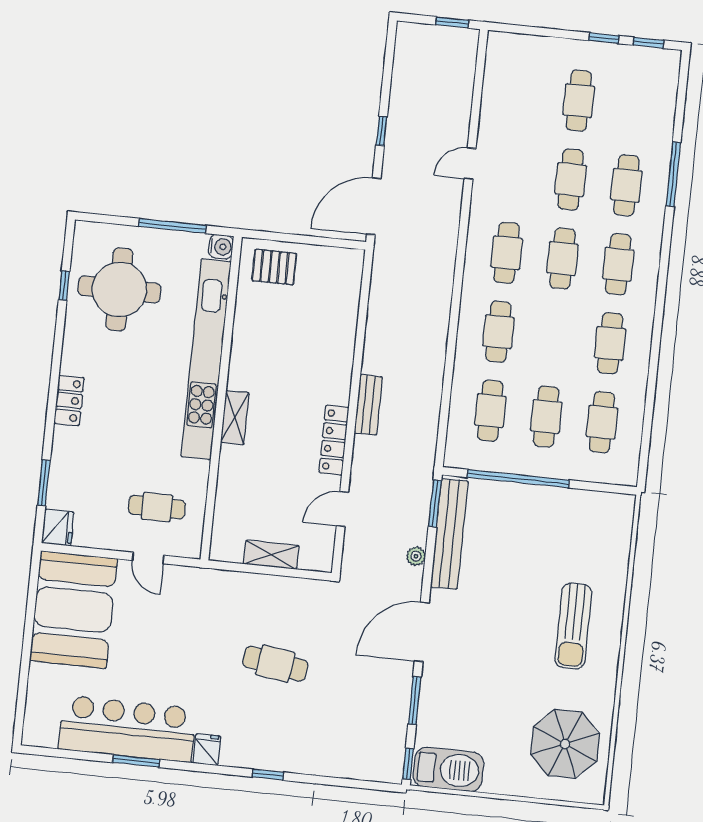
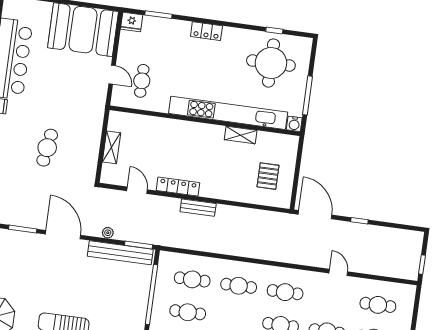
cafe table: (523, 95) -> (378, 305), added
pallet: (274, 267) -> (268, 176), moved
shelving: (235, 418) -> (241, 135), moved
door: (148, 558) -> (112, 75), swing flipped

